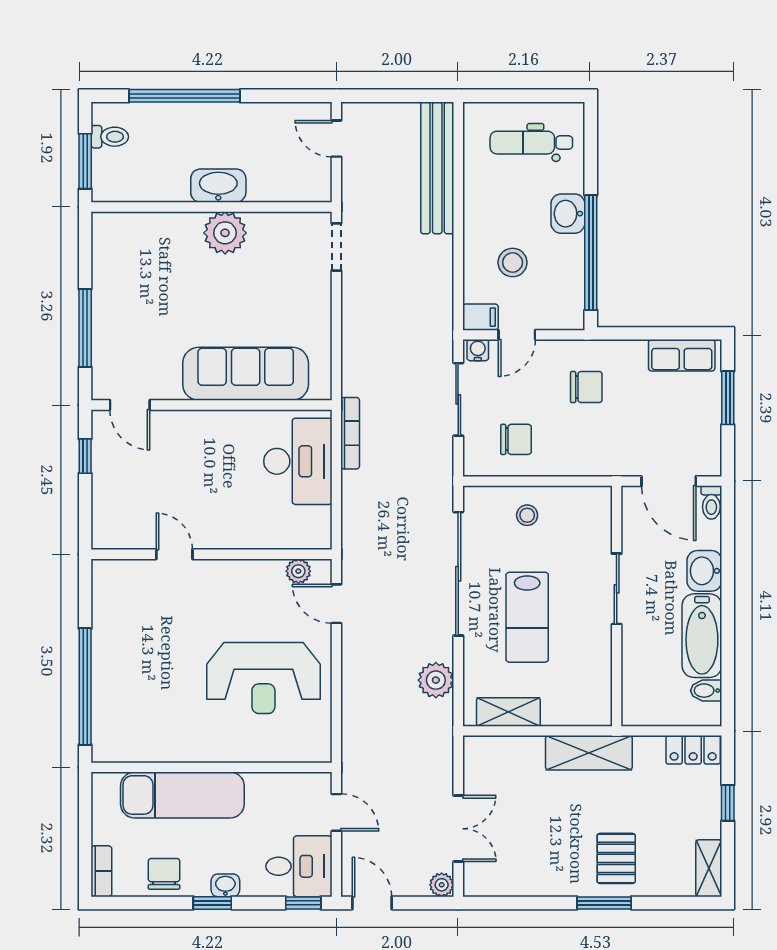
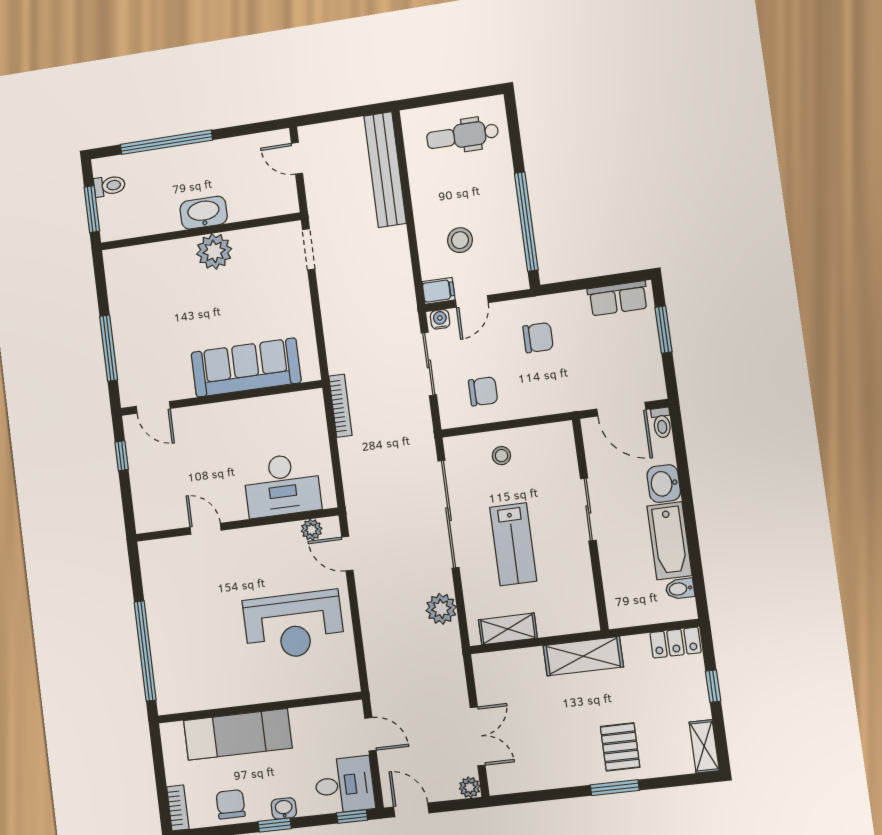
washbasin: (568, 214) -> (502, 191), removed
desk: (298, 461) -> (282, 485), moved, turned 90

